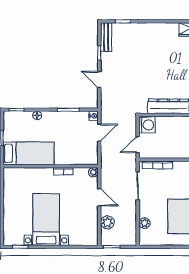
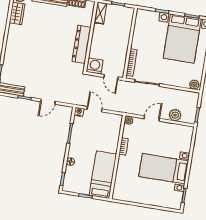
plant: (144, 223) -> (194, 85), moved

